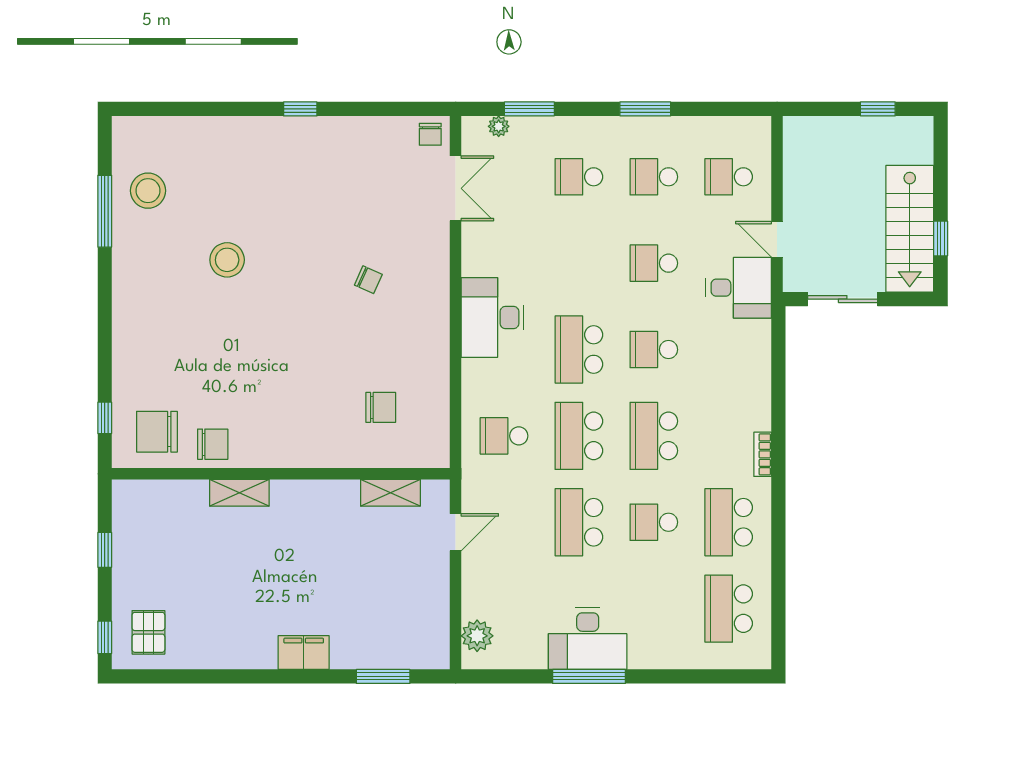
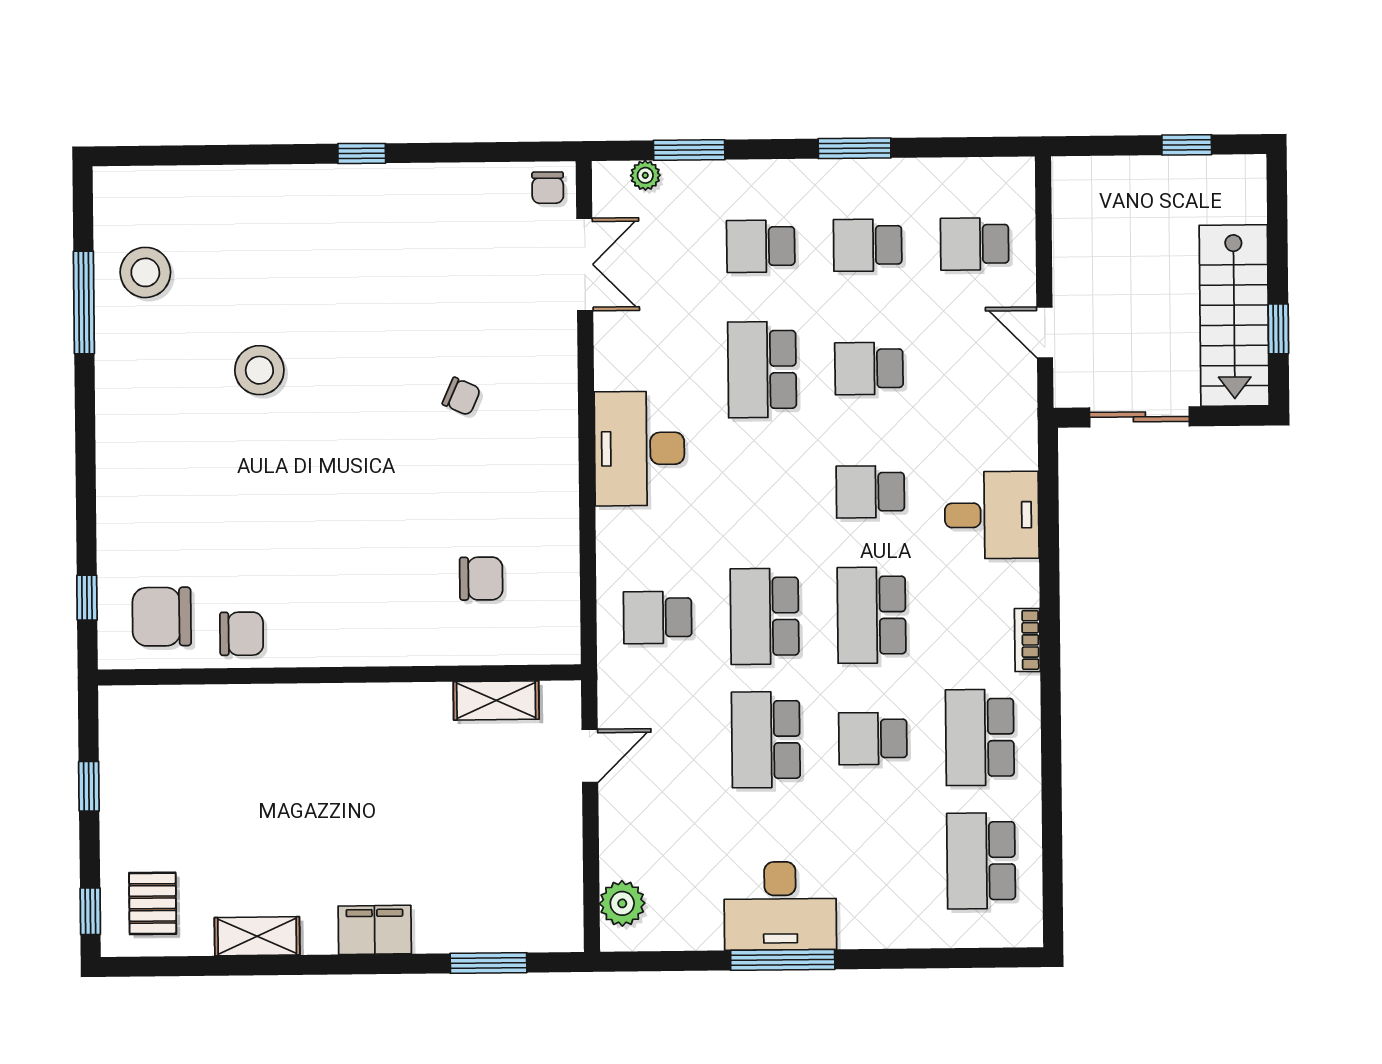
desk: (739, 288) -> (992, 515), moved
school desk: (579, 350) -> (762, 370), moved
shelving: (239, 493) -> (257, 936), moved

